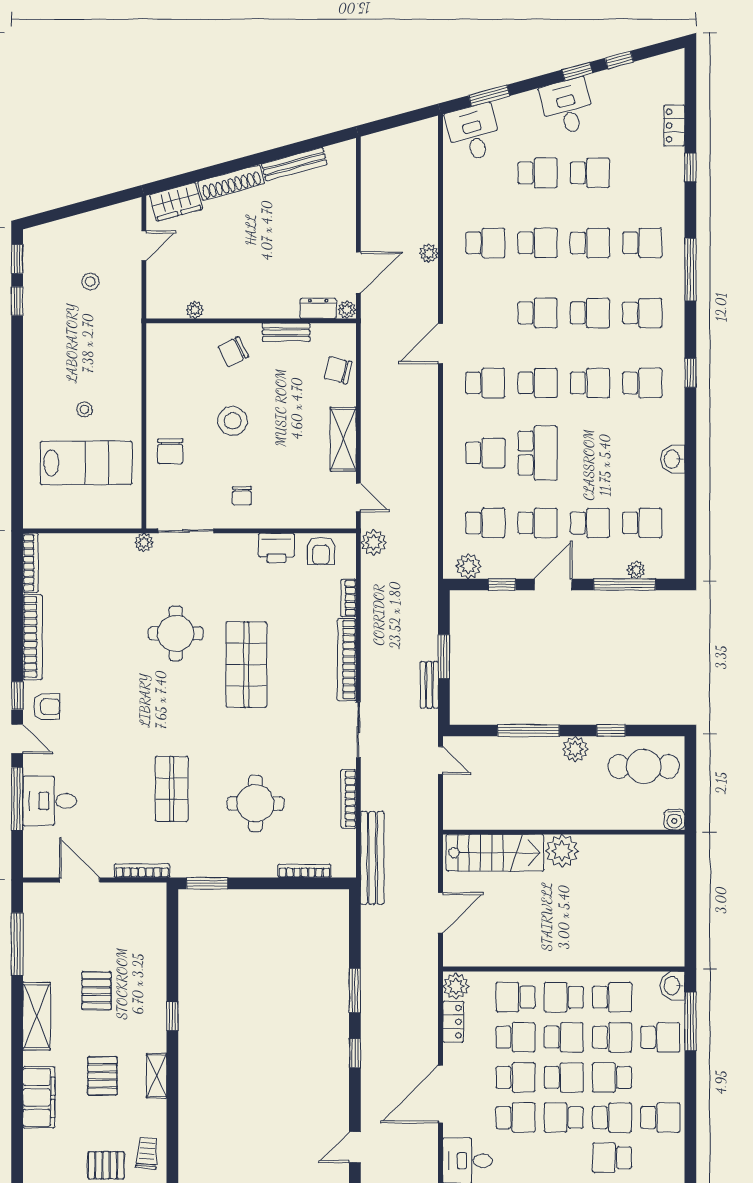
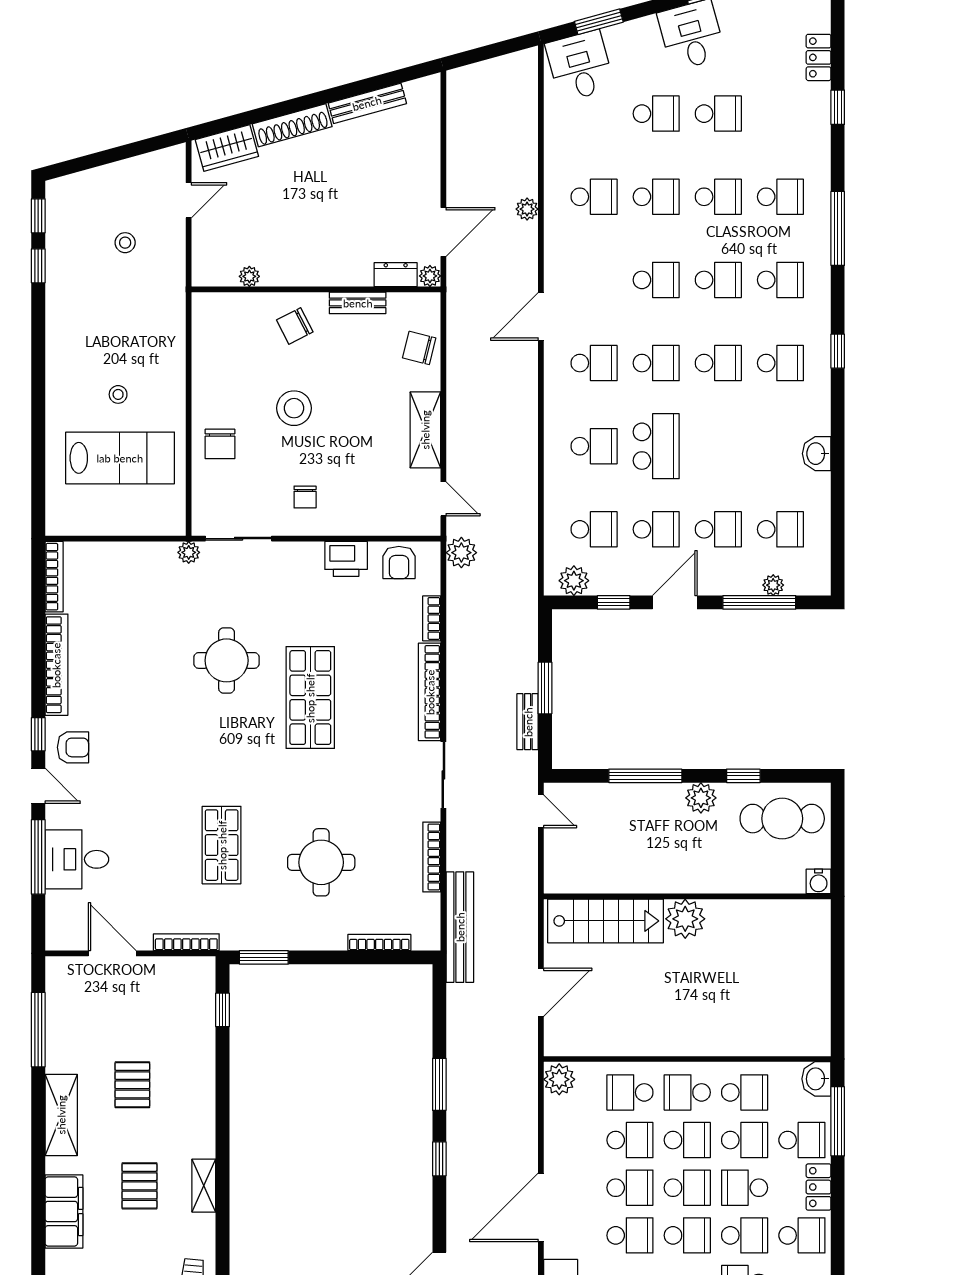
window: (172, 1016) -> (223, 1010), moved
locker: (453, 1022) -> (819, 1187), moved, turned 180
school desk: (564, 1118) -> (687, 1235), turned 180

